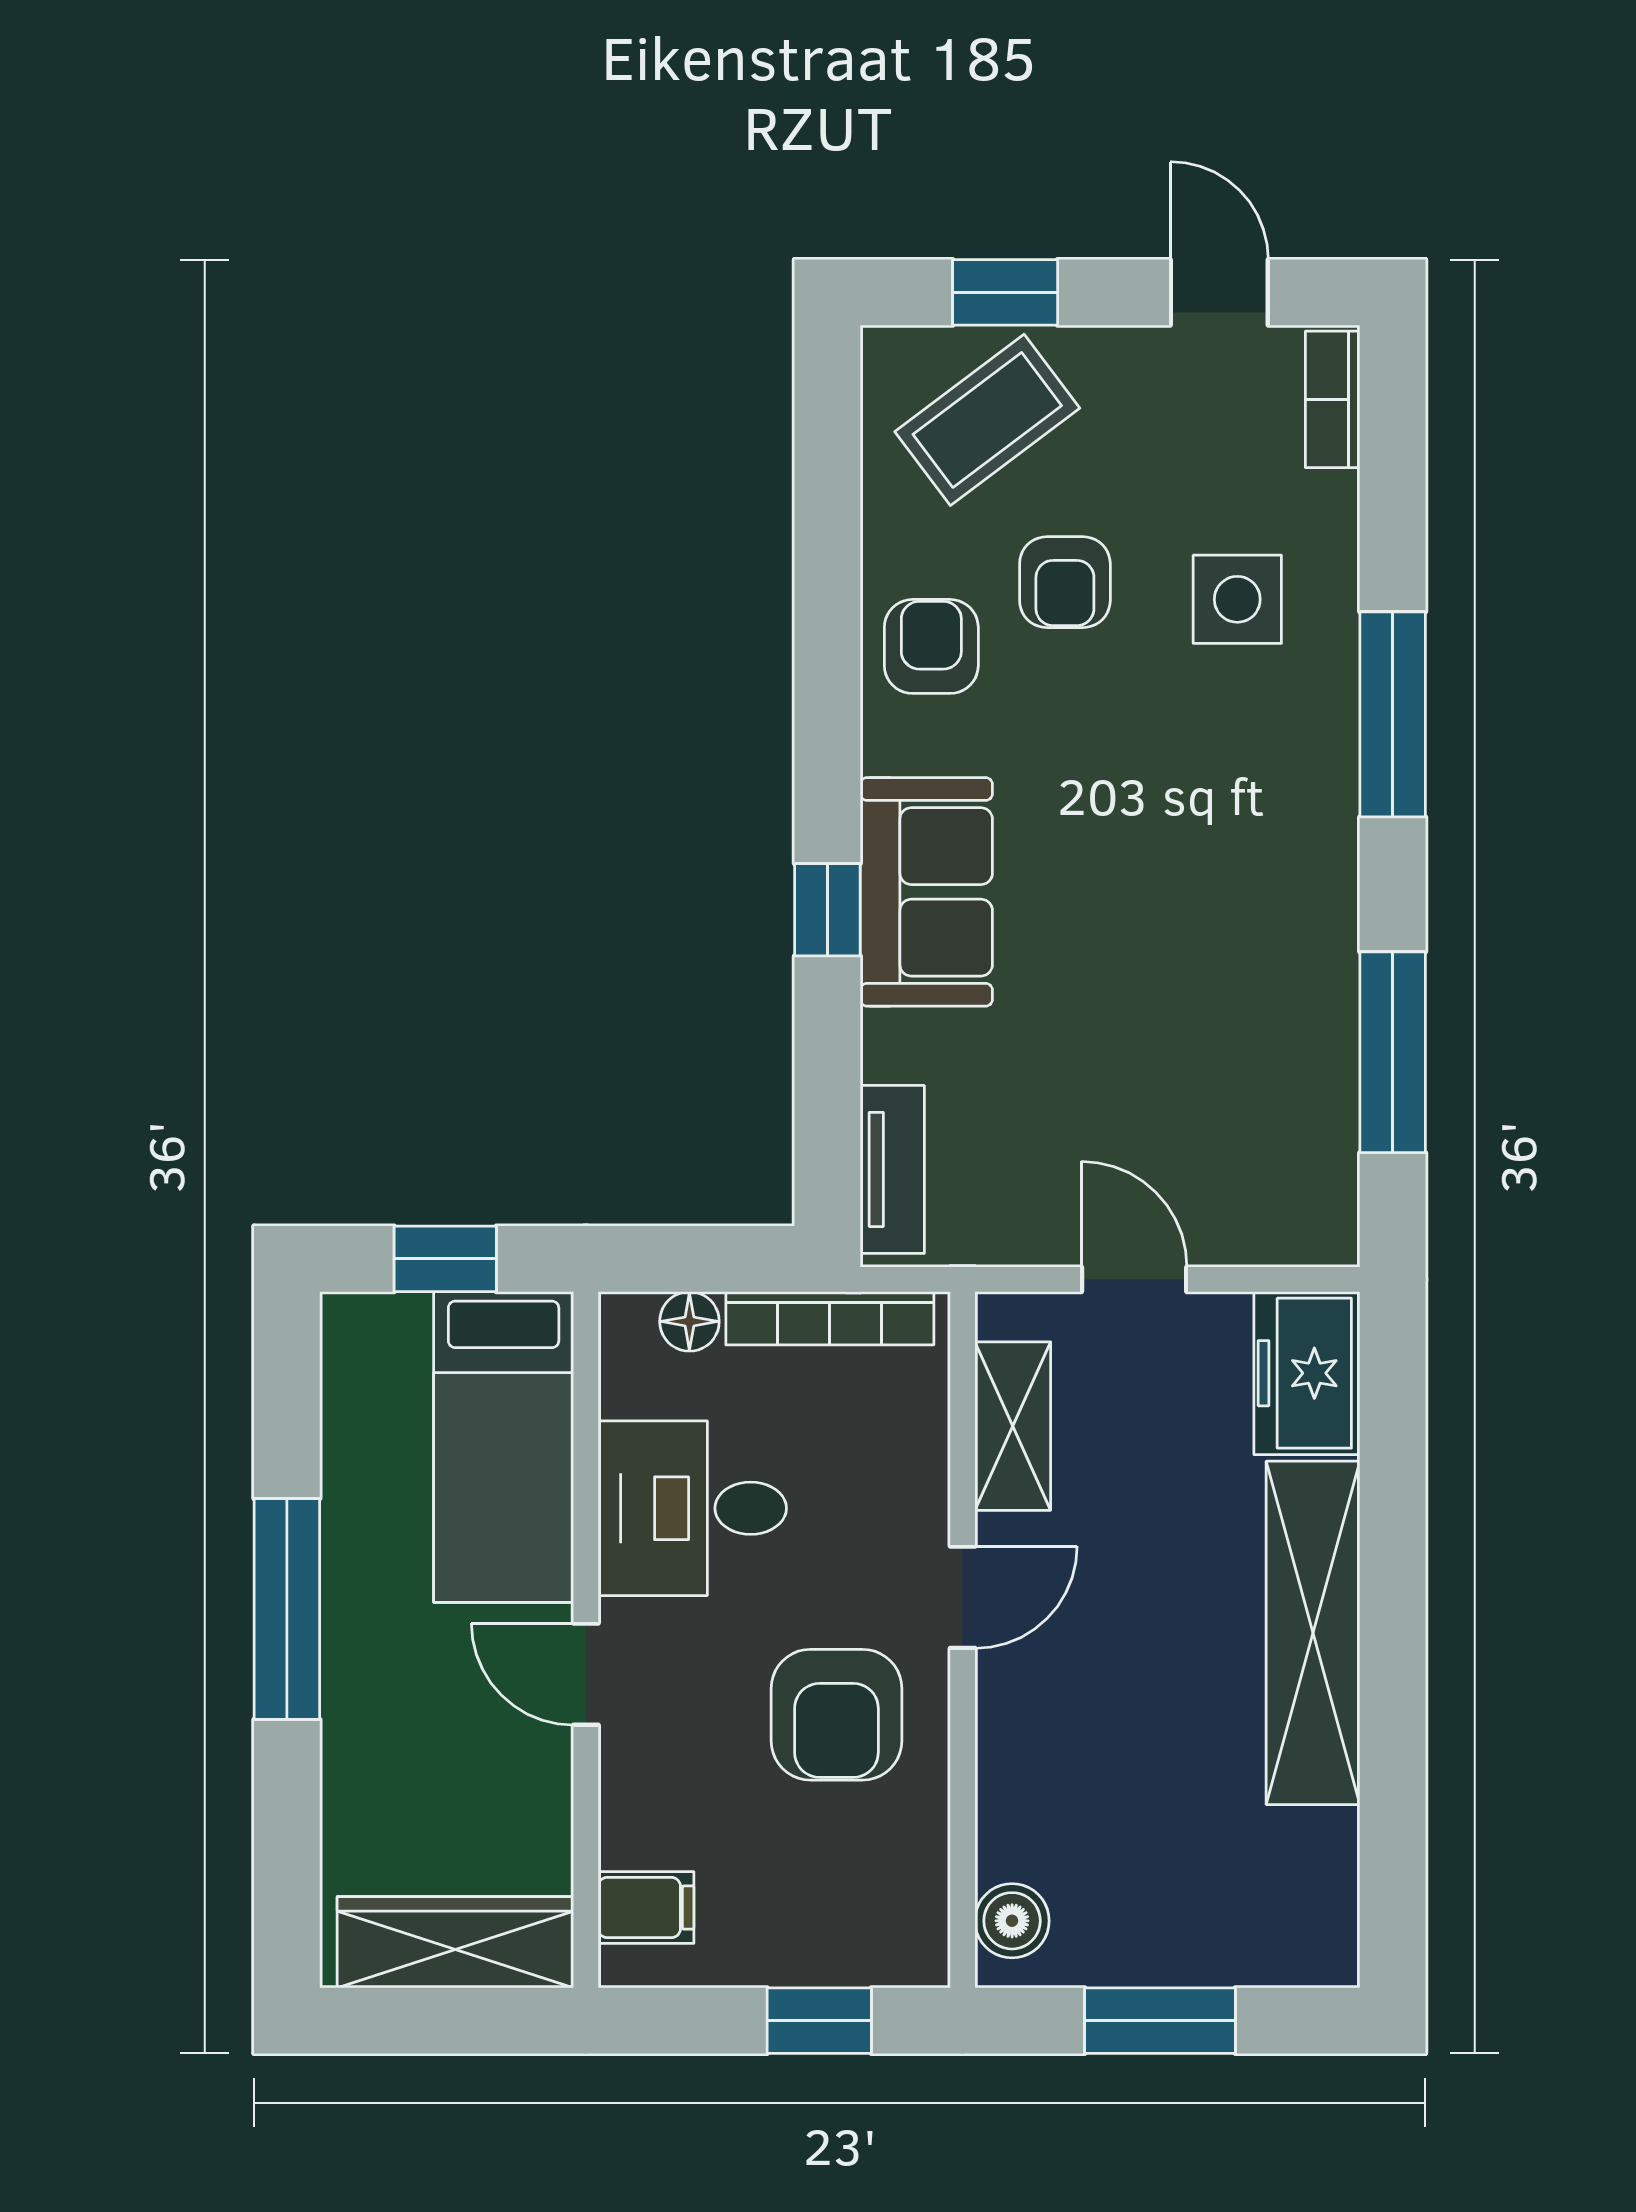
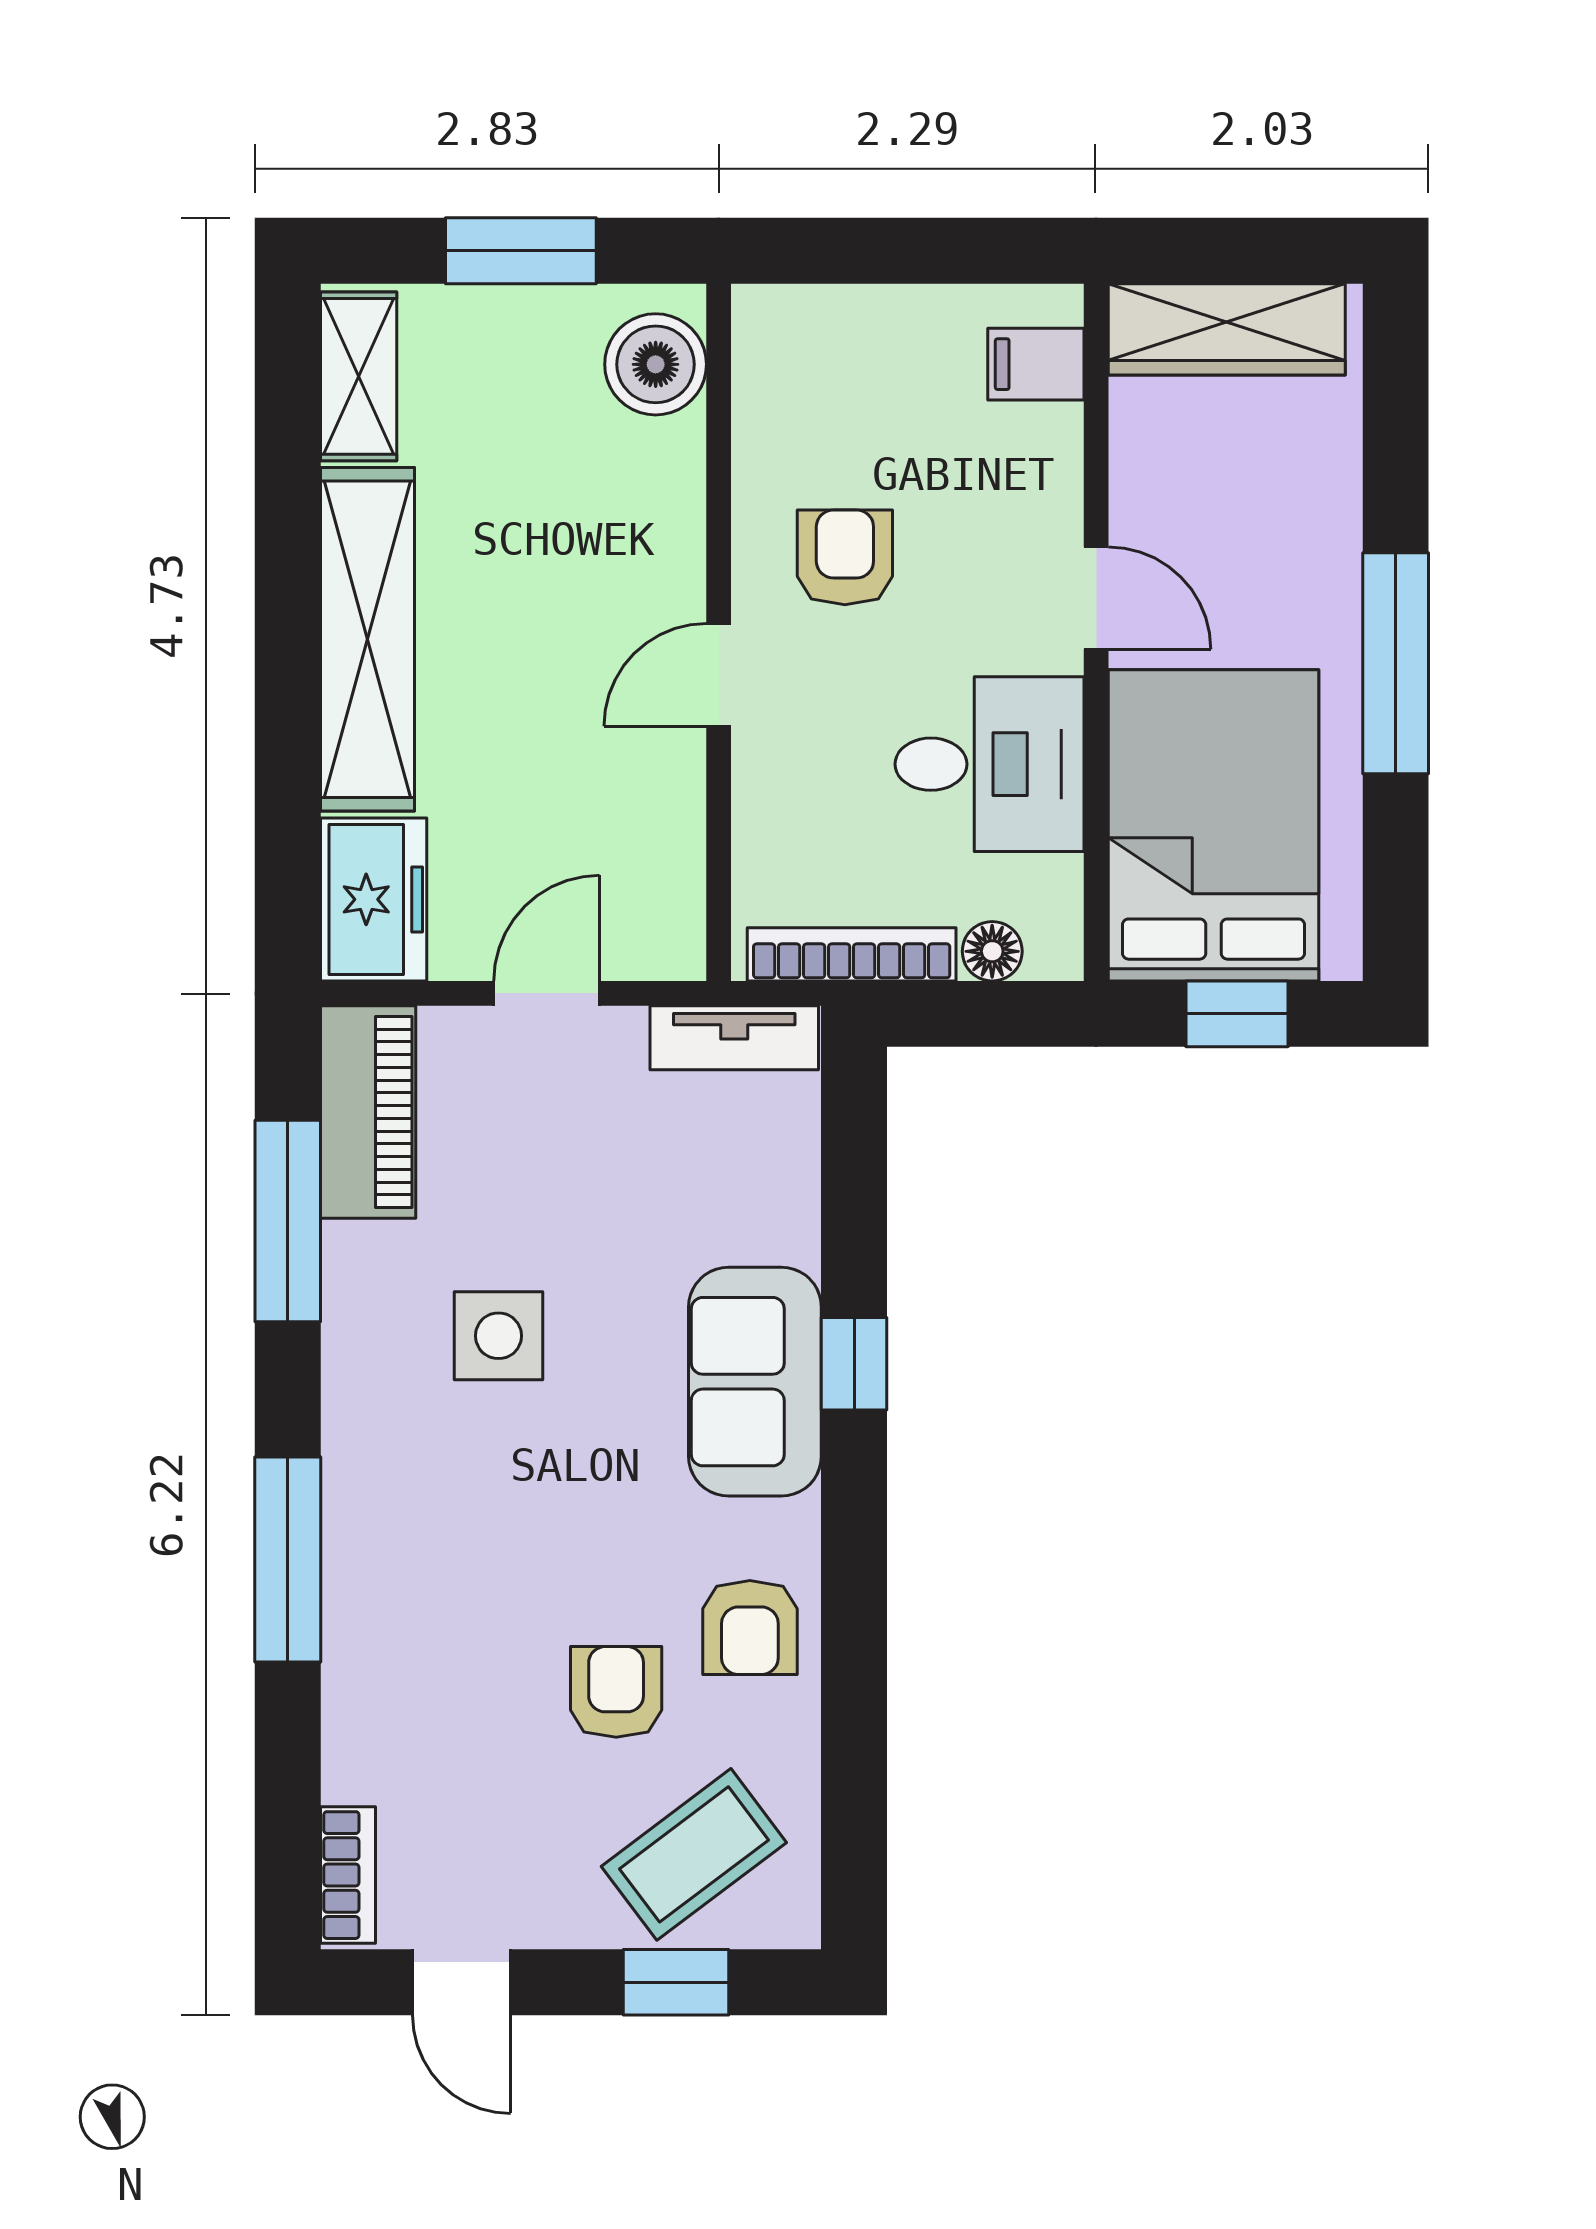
side table: (1237, 599) -> (498, 1336), moved
piano: (1312, 1161) -> (368, 1112), added
tv unit: (892, 1169) -> (734, 1038), moved, turned -90
door: (1134, 1279) -> (547, 993), swing flipped
shelving: (1013, 1426) -> (359, 376), moved
bed: (504, 1447) -> (1213, 825), width x1.50
armchair: (836, 1715) -> (845, 557), width x0.72, depth x0.72
boiler: (1012, 1921) -> (656, 364), width x1.36, depth x1.36
window: (819, 2021) -> (862, 251), removed

